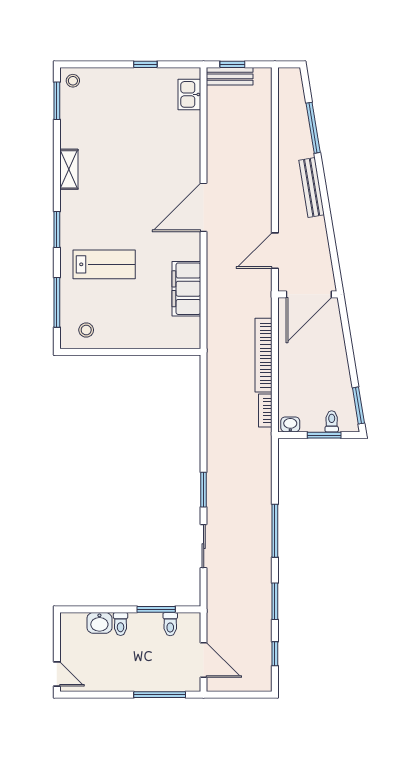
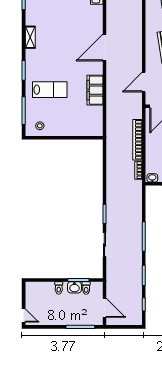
door: (204, 207) -> (104, 47), moved
filing cabinet: (186, 289) -> (95, 90), moved
washbasin: (99, 623) -> (74, 287), moved

